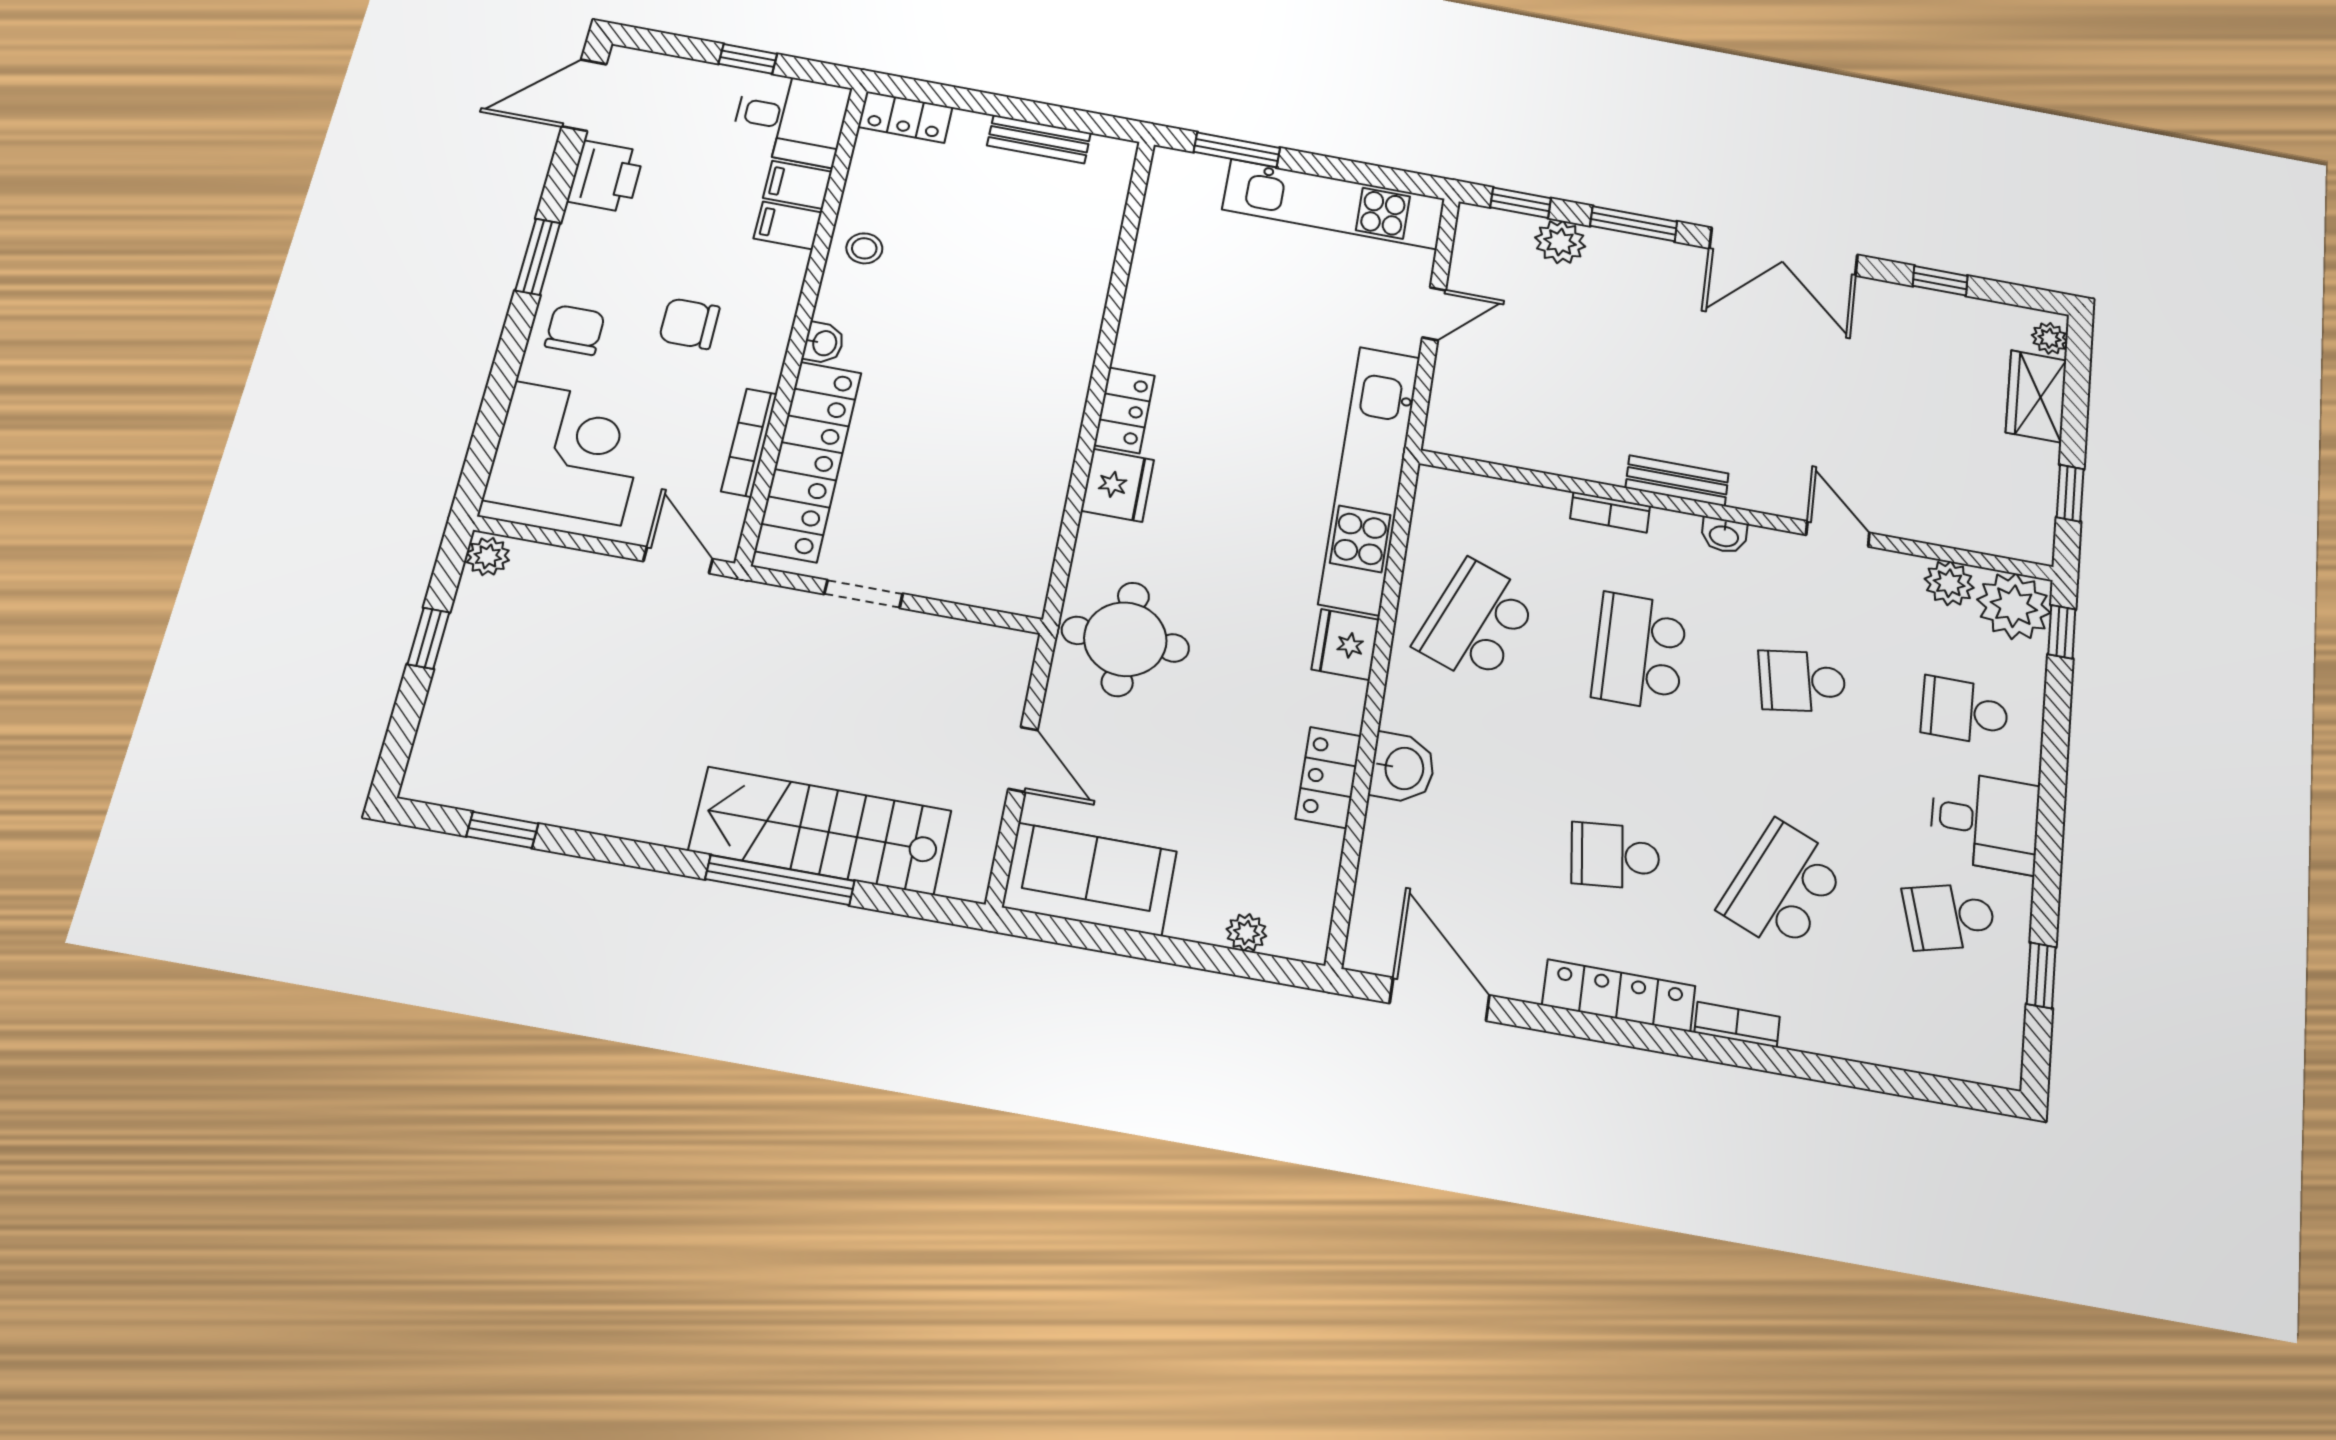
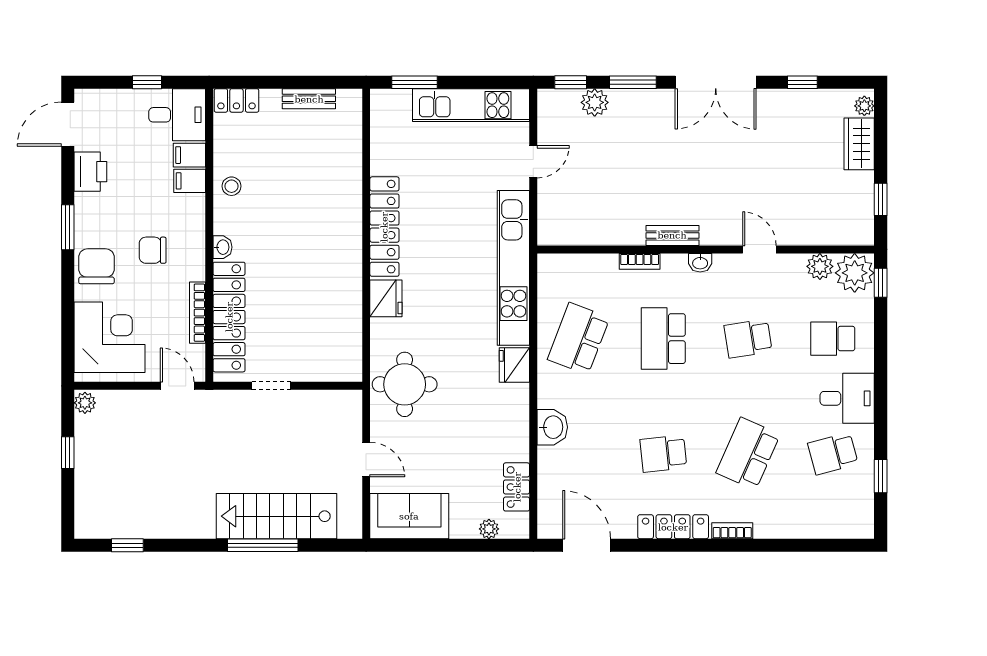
chair: (575, 330) -> (96, 266), width x1.37, depth x1.37
locker: (1124, 410) -> (384, 227), width x2.16, depth x1.21
locker: (1328, 777) -> (517, 487), moved

